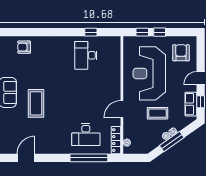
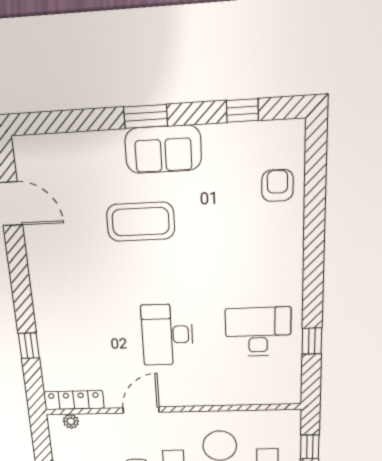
door: (122, 109) -> (141, 410), hinge flipped
desk: (86, 135) -> (167, 335), moved
window: (89, 158) -> (29, 346), width x0.32

